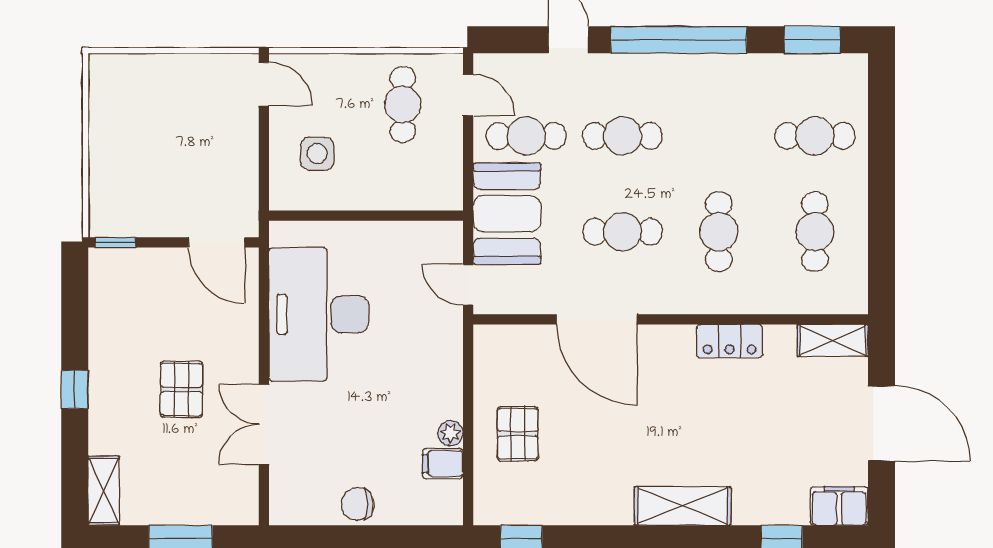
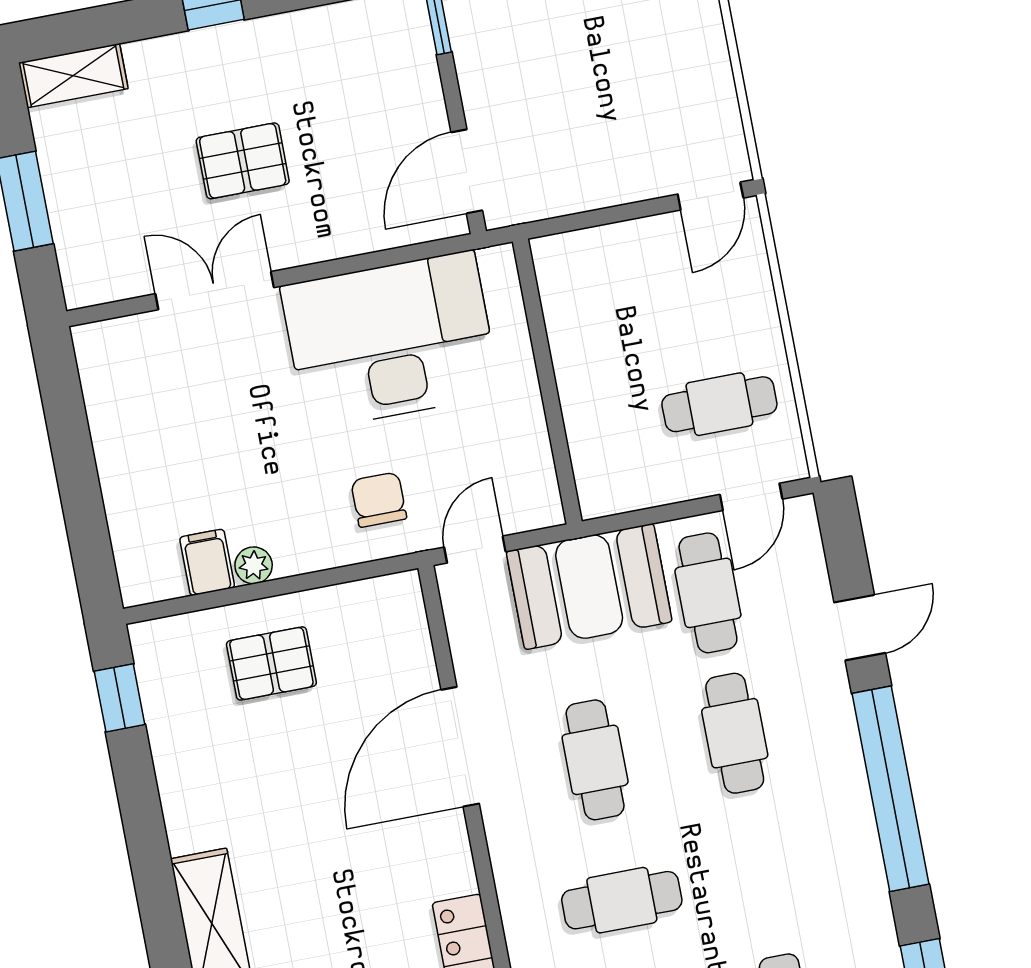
side table: (317, 154) -> (624, 293), removed
chair: (358, 504) -> (379, 500), moved

